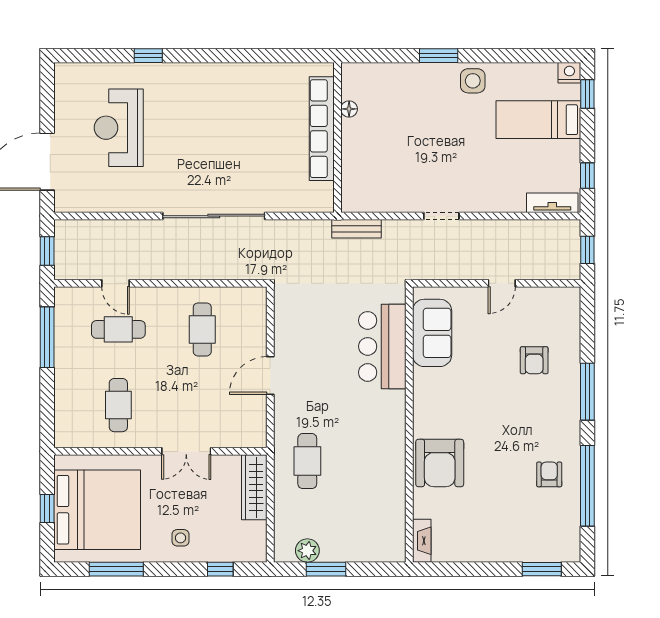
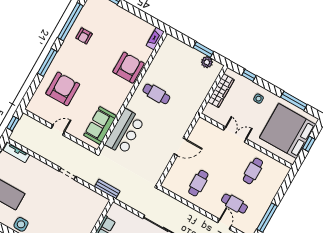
armchair: (534, 360) -> (63, 89), width x1.88, depth x1.88
cafe table: (307, 461) -> (156, 94), moved, turned 90
wardrobe: (254, 487) -> (221, 91), moved

